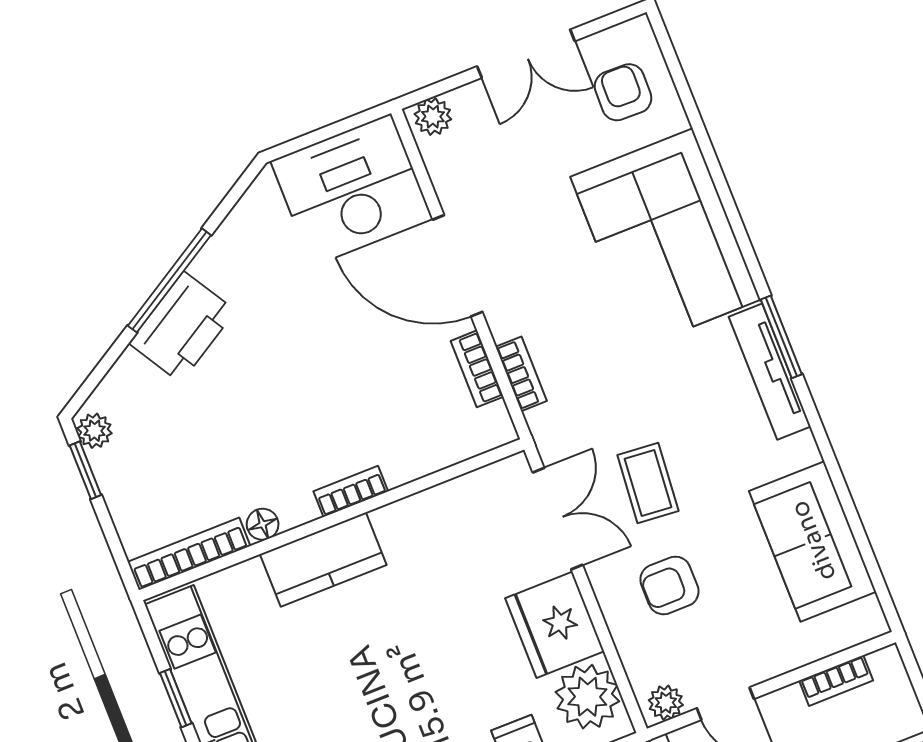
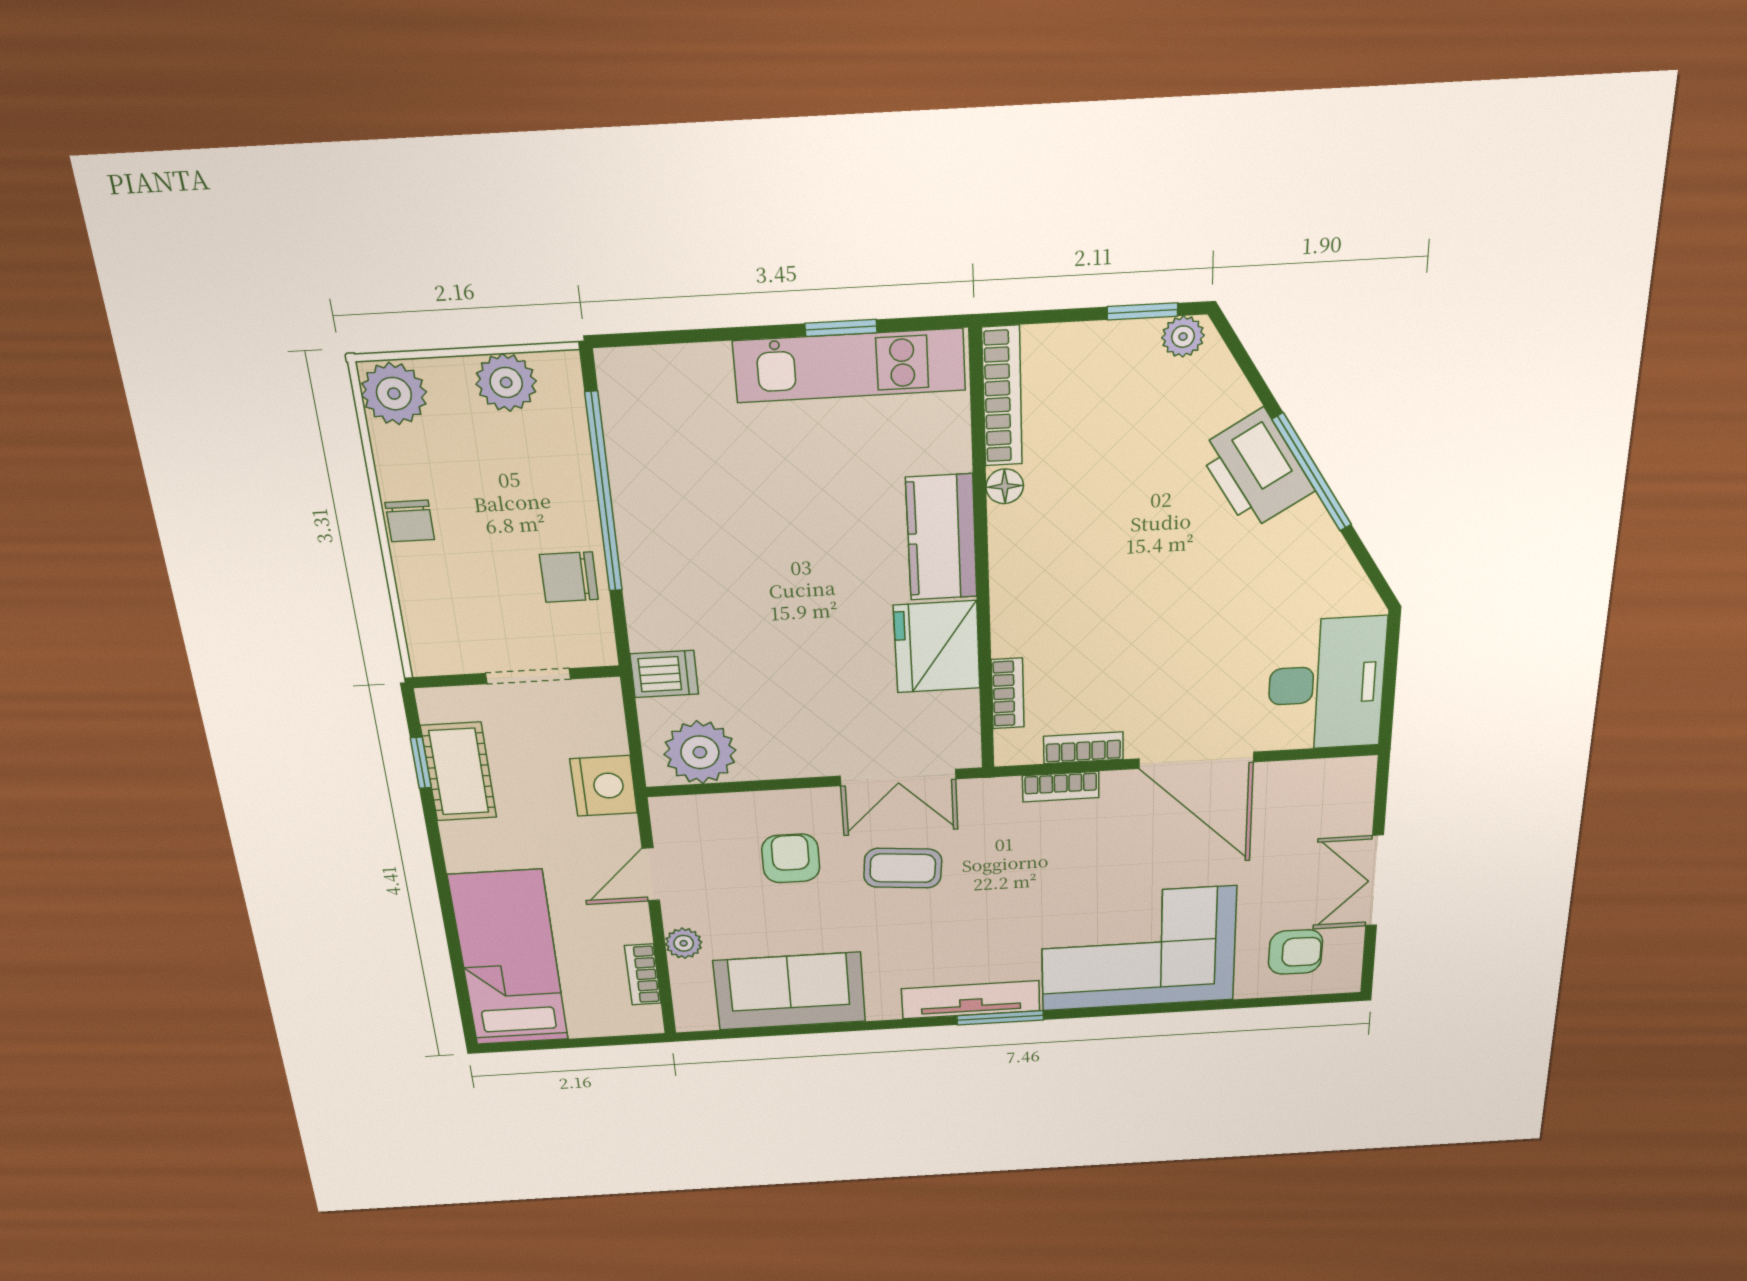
plant: (433, 117) -> (1356, 781), removed
door: (458, 266) -> (1196, 760), swing flipped
bookcase: (351, 491) -> (1008, 693), moved
fridge: (555, 625) -> (937, 647), moved, turned -90
plant: (666, 703) -> (684, 943), moved

